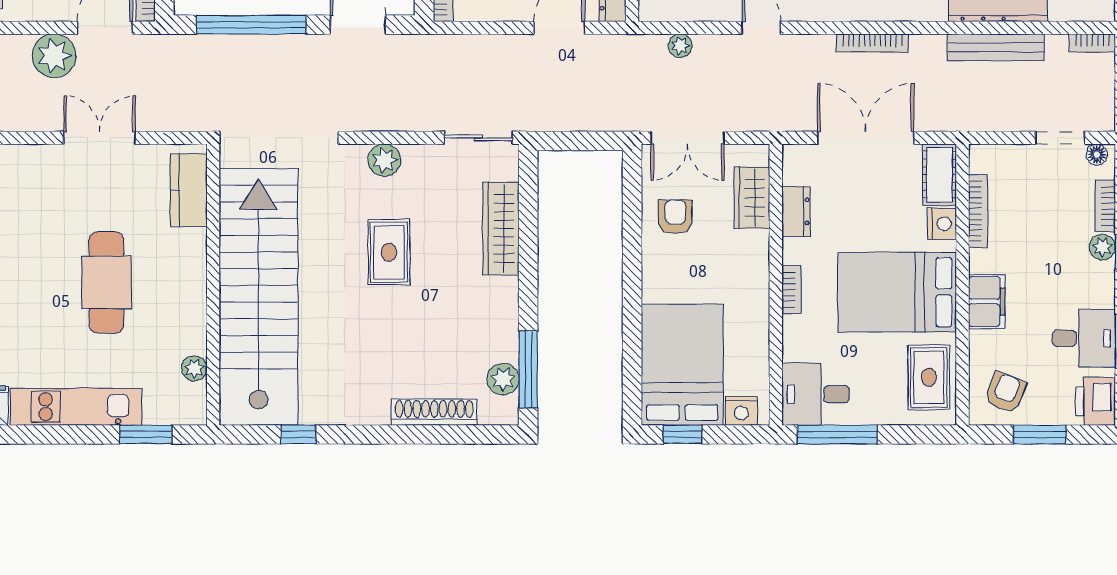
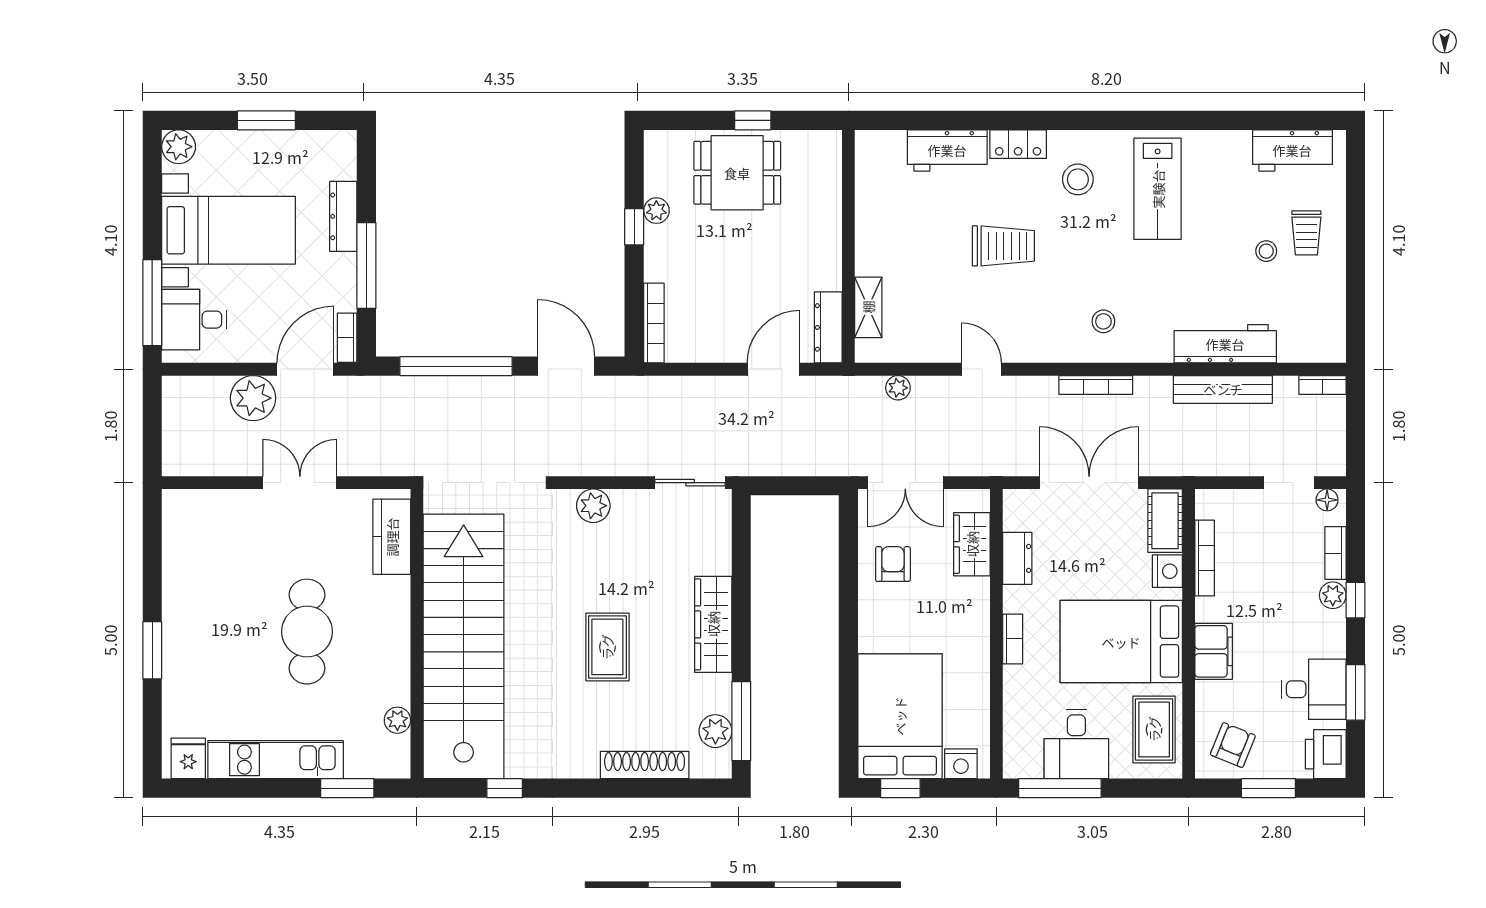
wardrobe: (501, 229) -> (713, 624), moved
rug: (389, 252) -> (607, 647), moved
desk: (816, 394) -> (1076, 744), moved, turned -90

